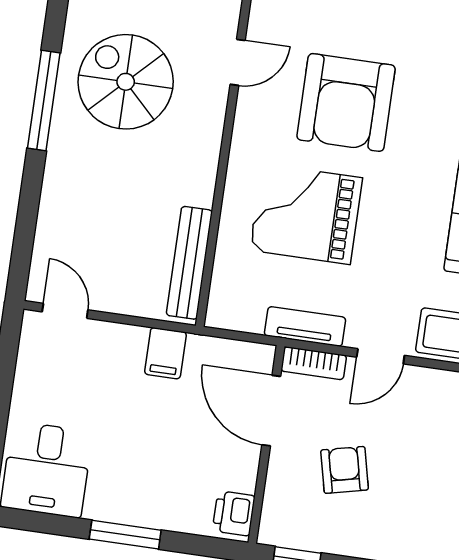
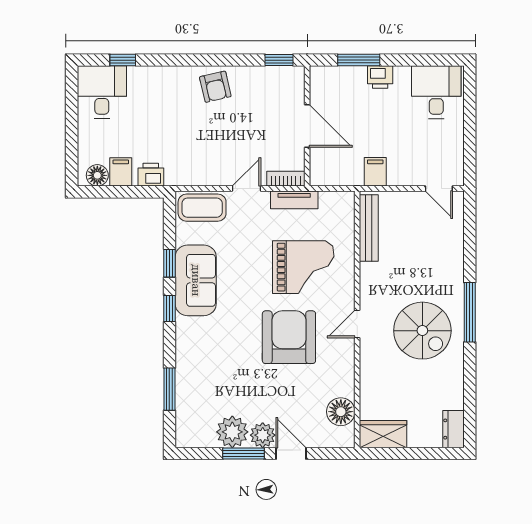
door: (238, 62) -> (357, 324), moved
door: (271, 411) -> (307, 126), moved
armchair: (345, 470) -> (215, 87), moved
printer: (234, 513) -> (380, 77), moved, turned 90
window: (125, 535) -> (359, 60), moved

